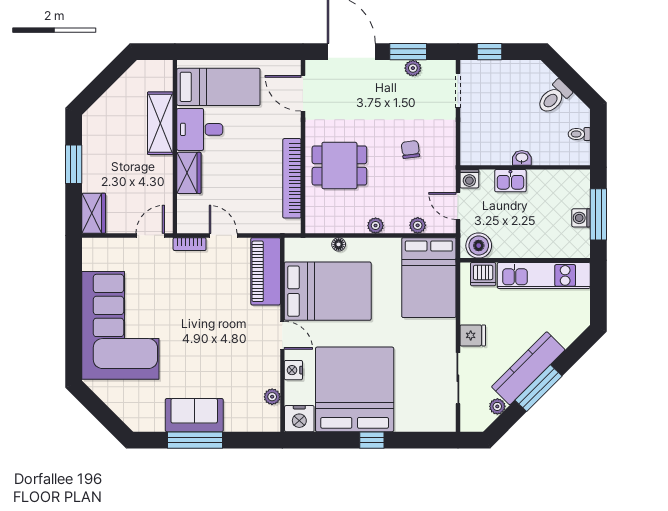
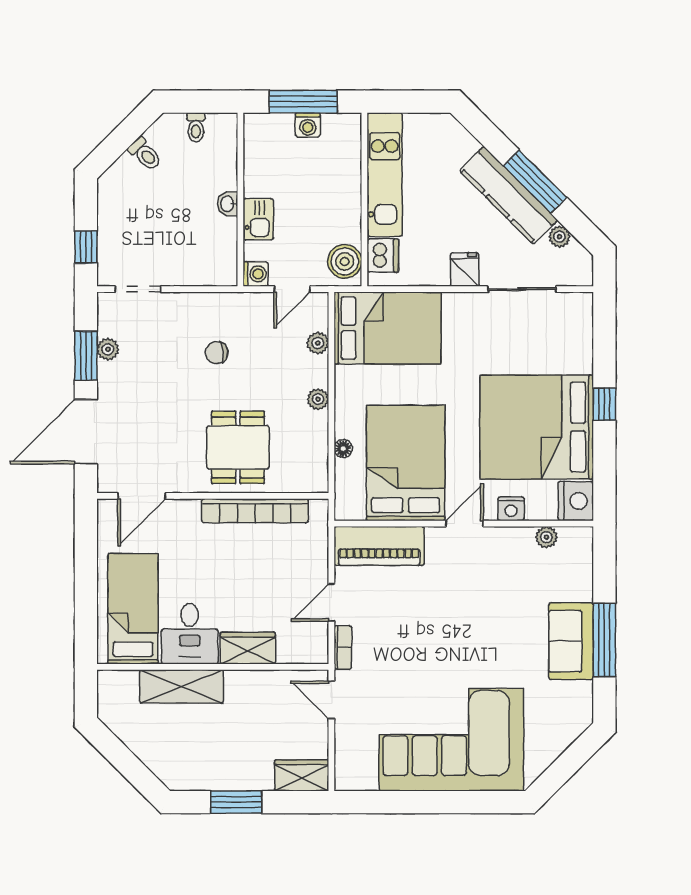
toilet: (554, 97) -> (145, 154), width x0.73, depth x0.72

